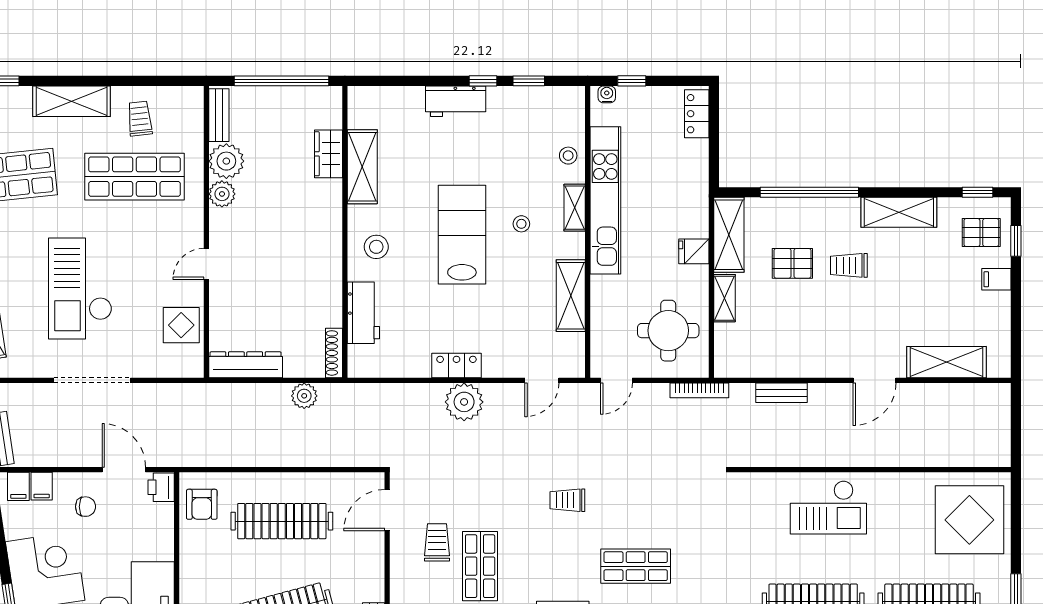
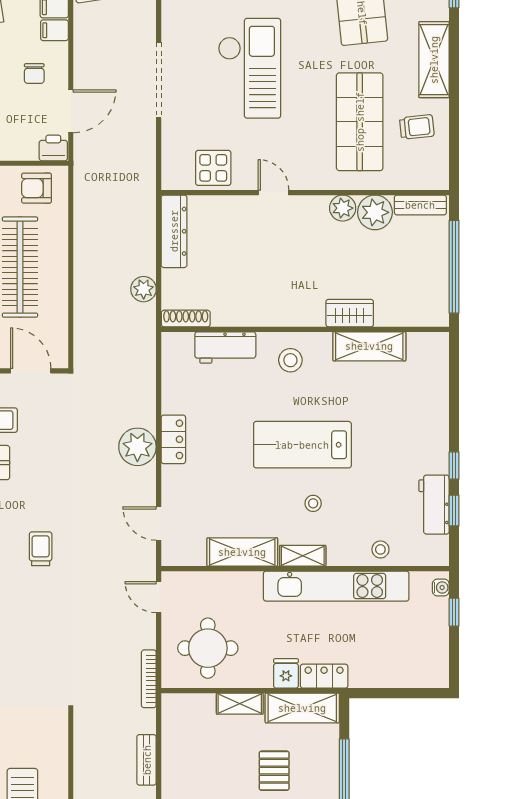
workbench: (456, 101) -> (434, 505), moved
locker: (697, 114) -> (324, 676), moved
wardrobe: (329, 154) -> (350, 313), moved
shelving: (575, 208) -> (303, 556), moved
lab bench: (462, 235) -> (302, 445), turned 180
checkout: (80, 288) -> (249, 68), turned 90

